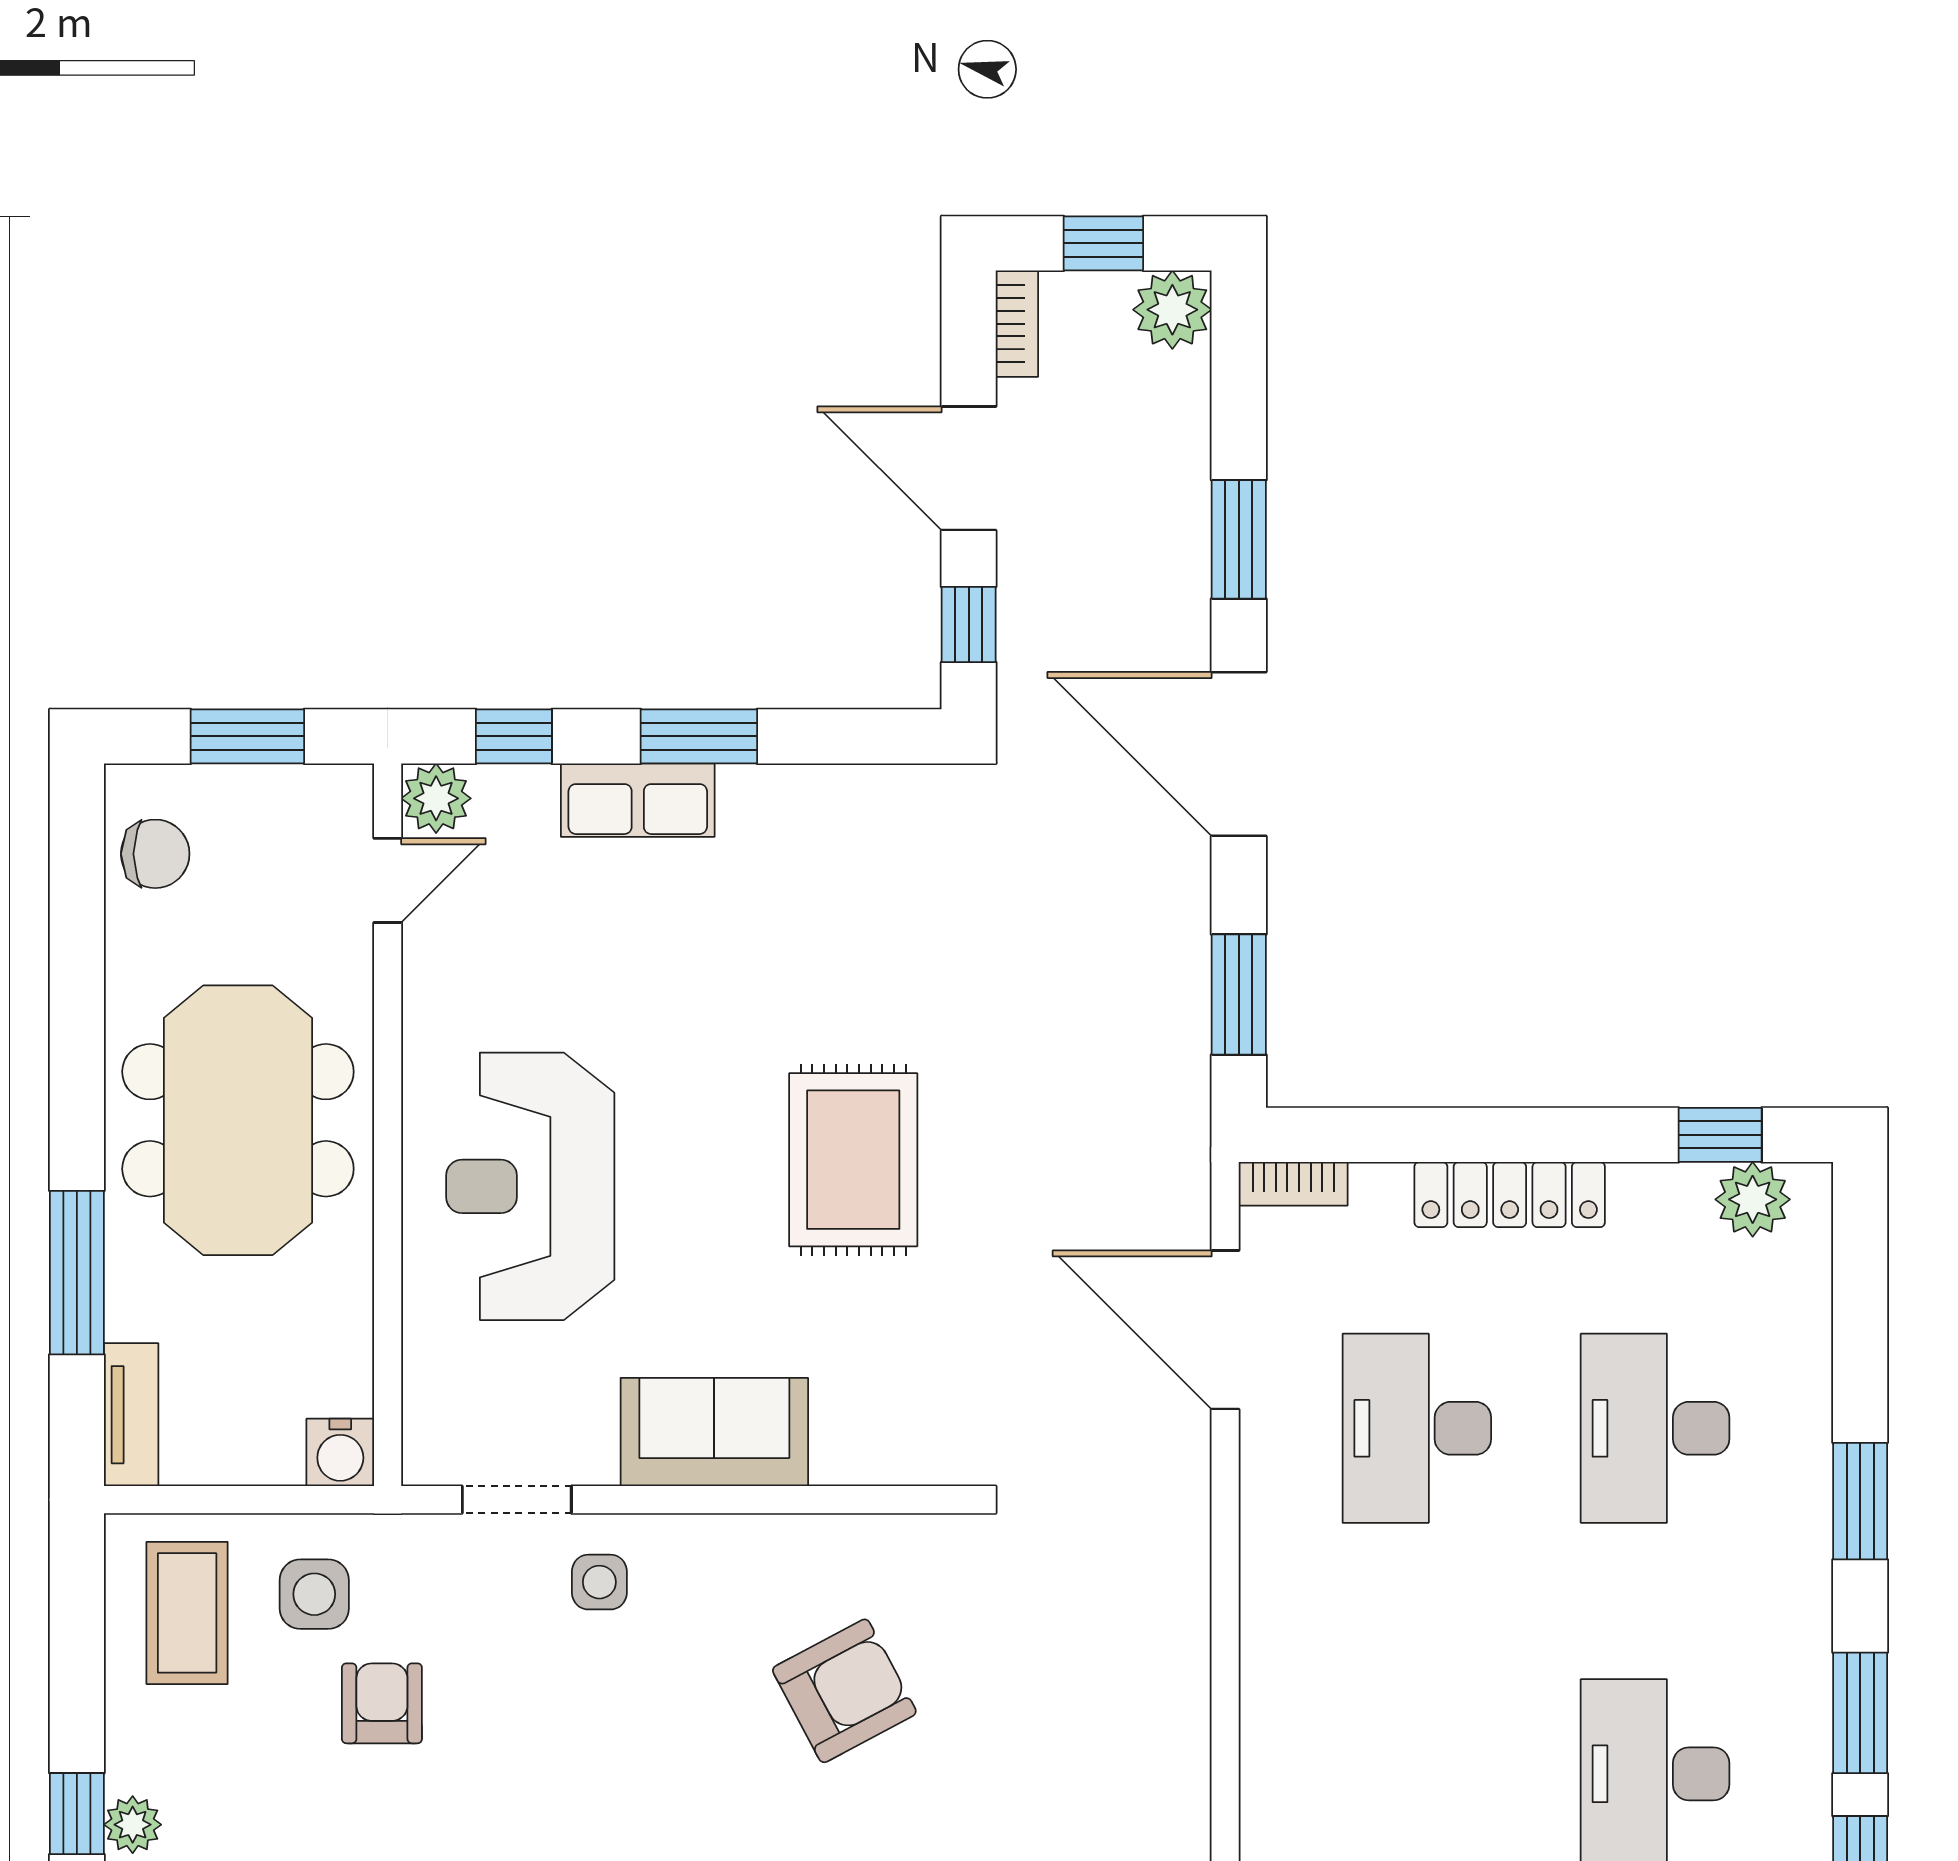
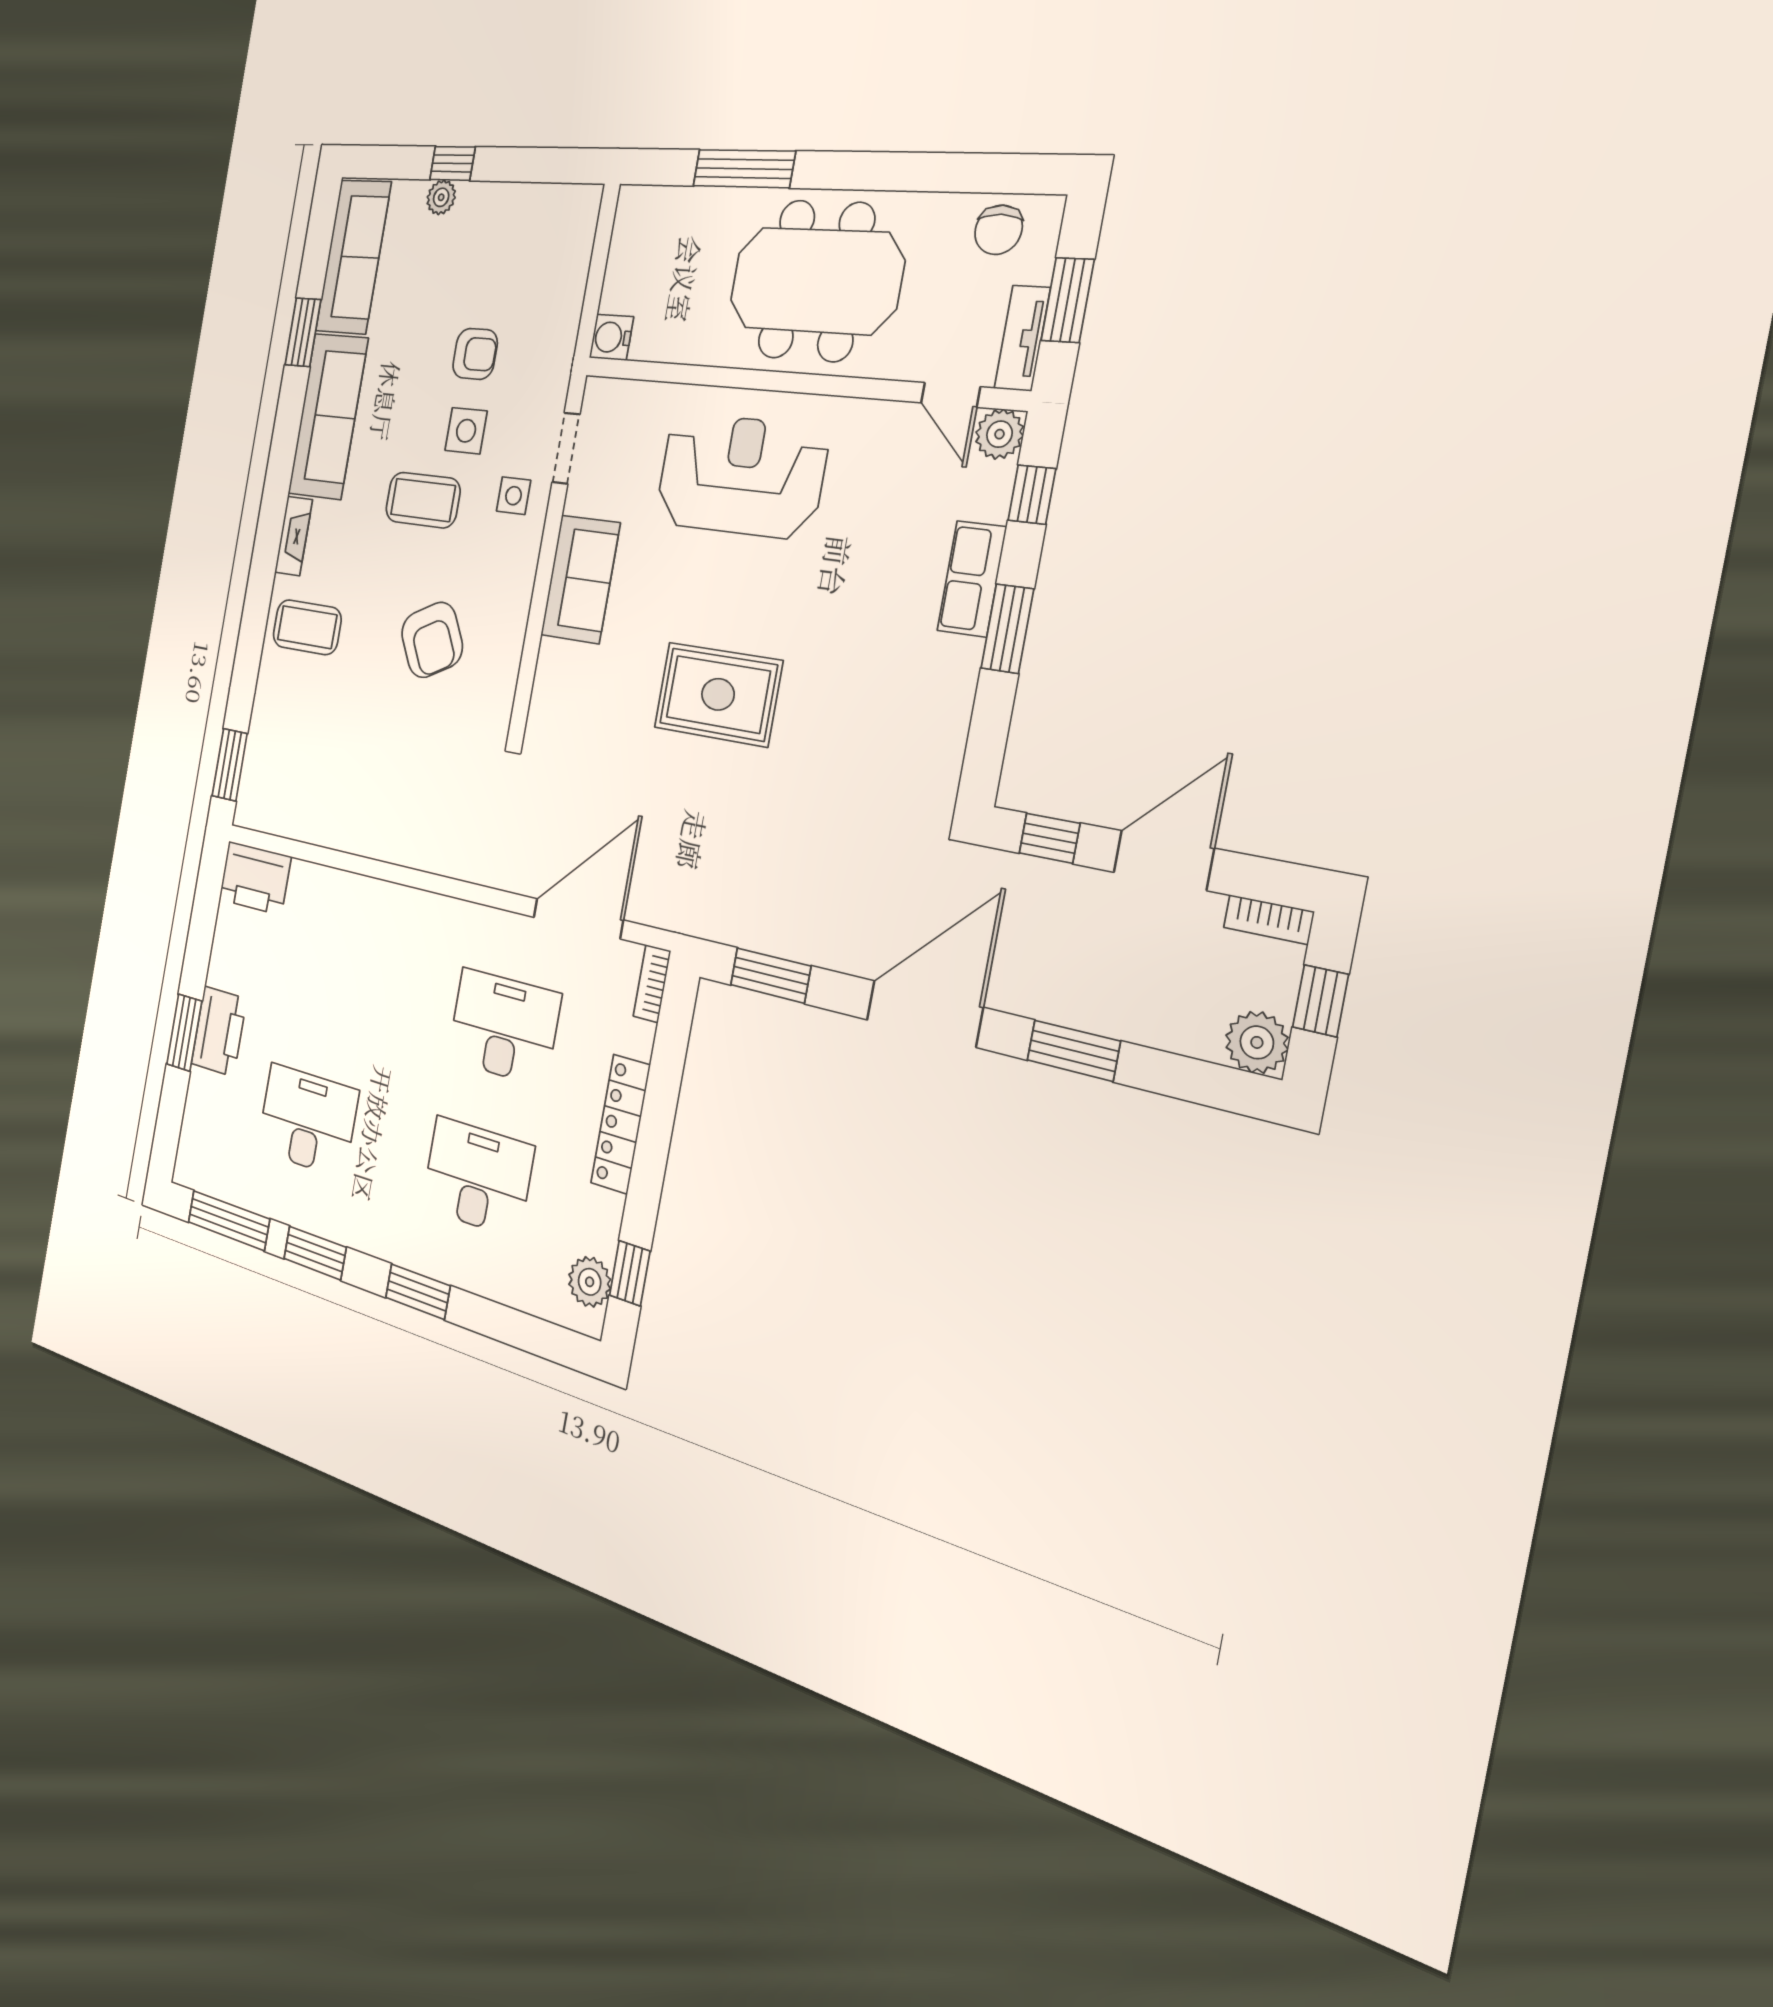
tv unit: (131, 1415) -> (1022, 338), moved, turned 90
side table: (314, 1594) -> (466, 431), moved
coffee table: (187, 1613) -> (423, 500), moved

